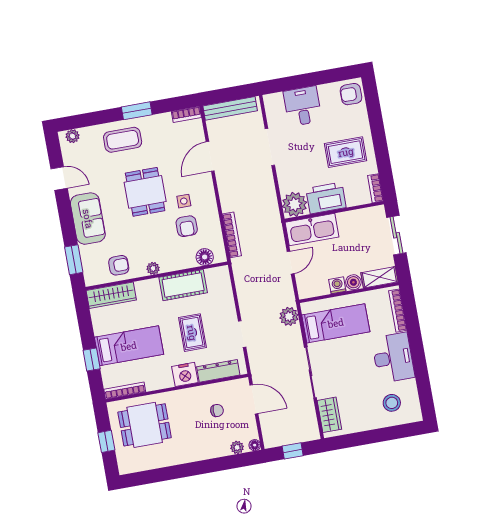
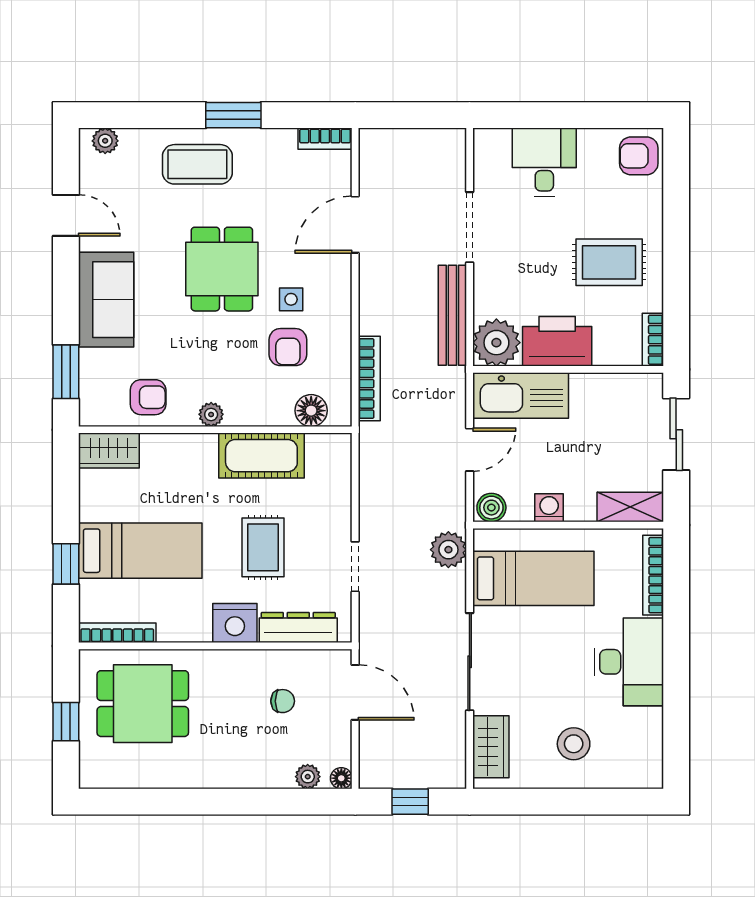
bench: (230, 108) -> (452, 315), moved, turned 90
boiler: (353, 282) -> (491, 508), moved
wardrobe: (111, 295) -> (109, 450), width x0.67
stool: (392, 403) -> (574, 744), moved

